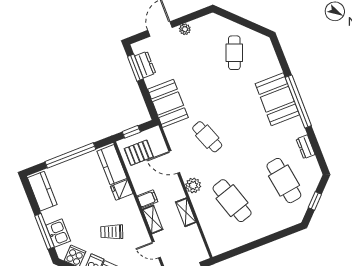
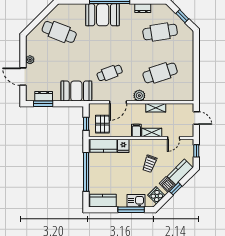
cafe table: (234, 53) -> (59, 32), width x1.37, depth x1.35

